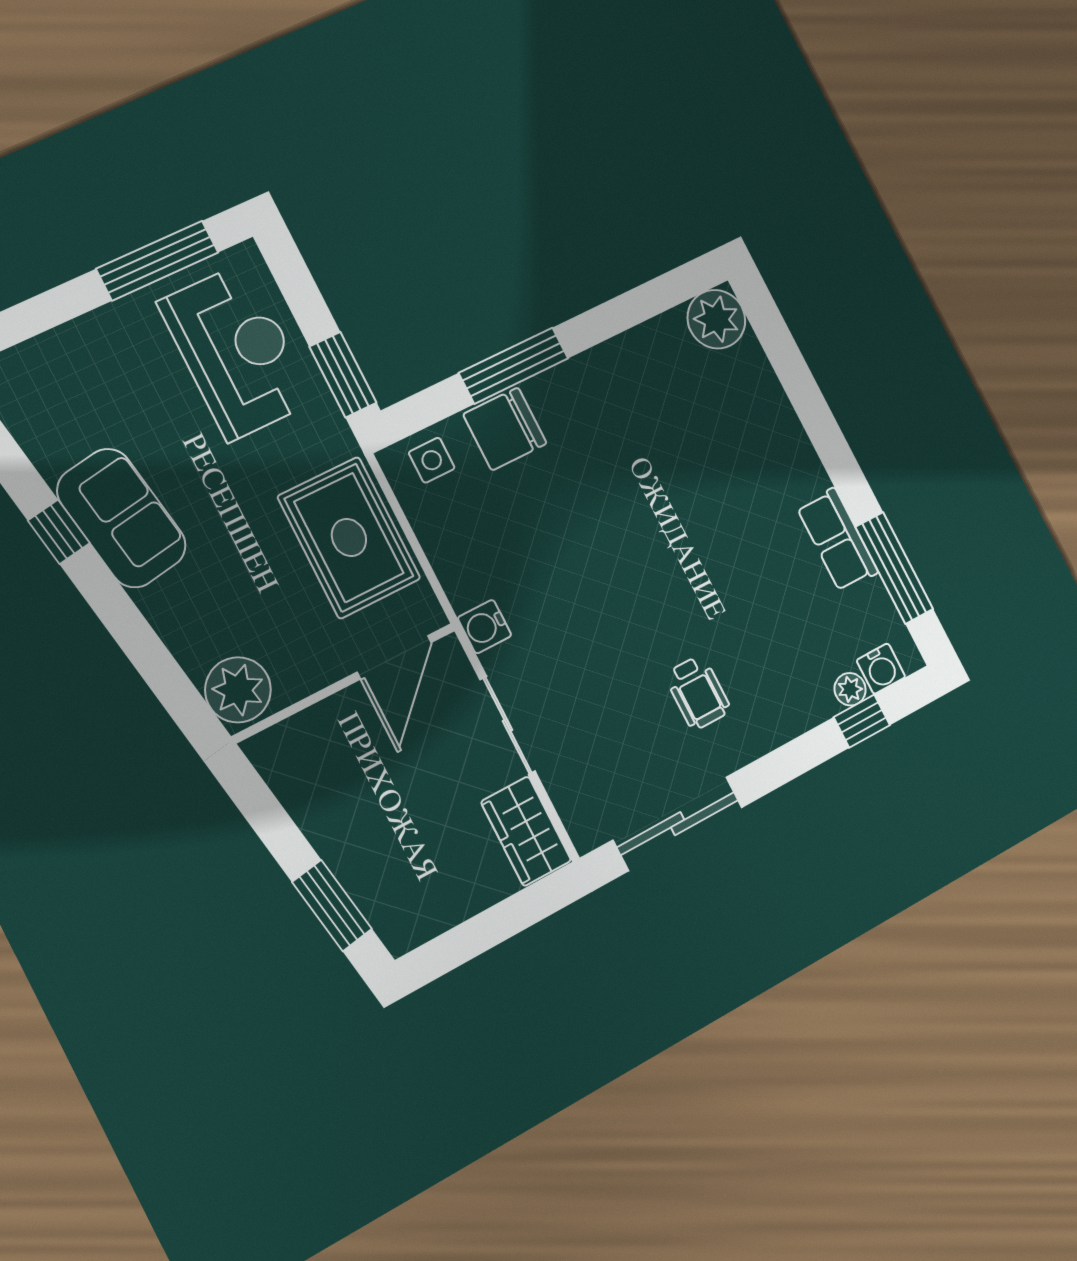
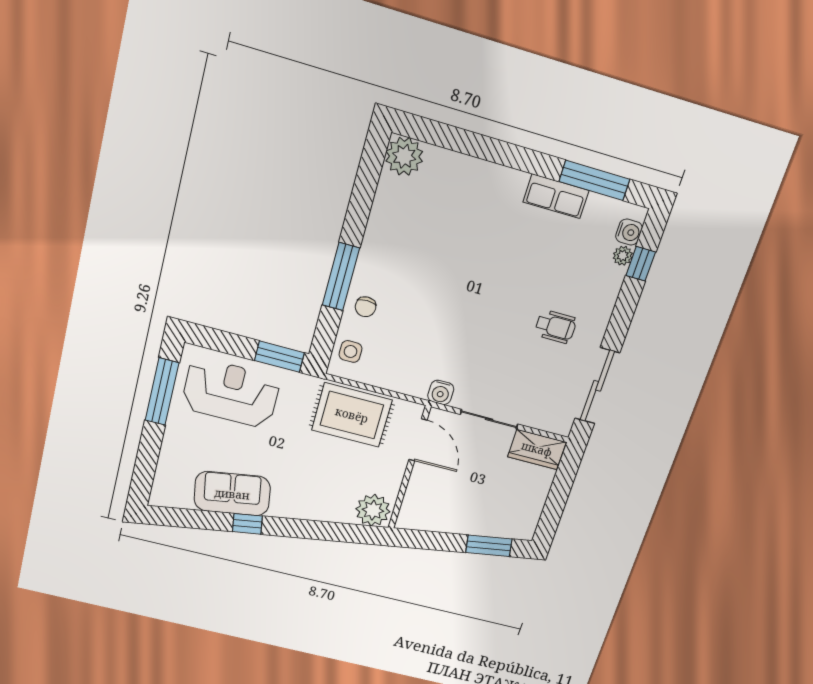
chair: (505, 429) -> (366, 307), width x0.54, depth x0.54
sofa: (121, 518) -> (232, 494), moved

